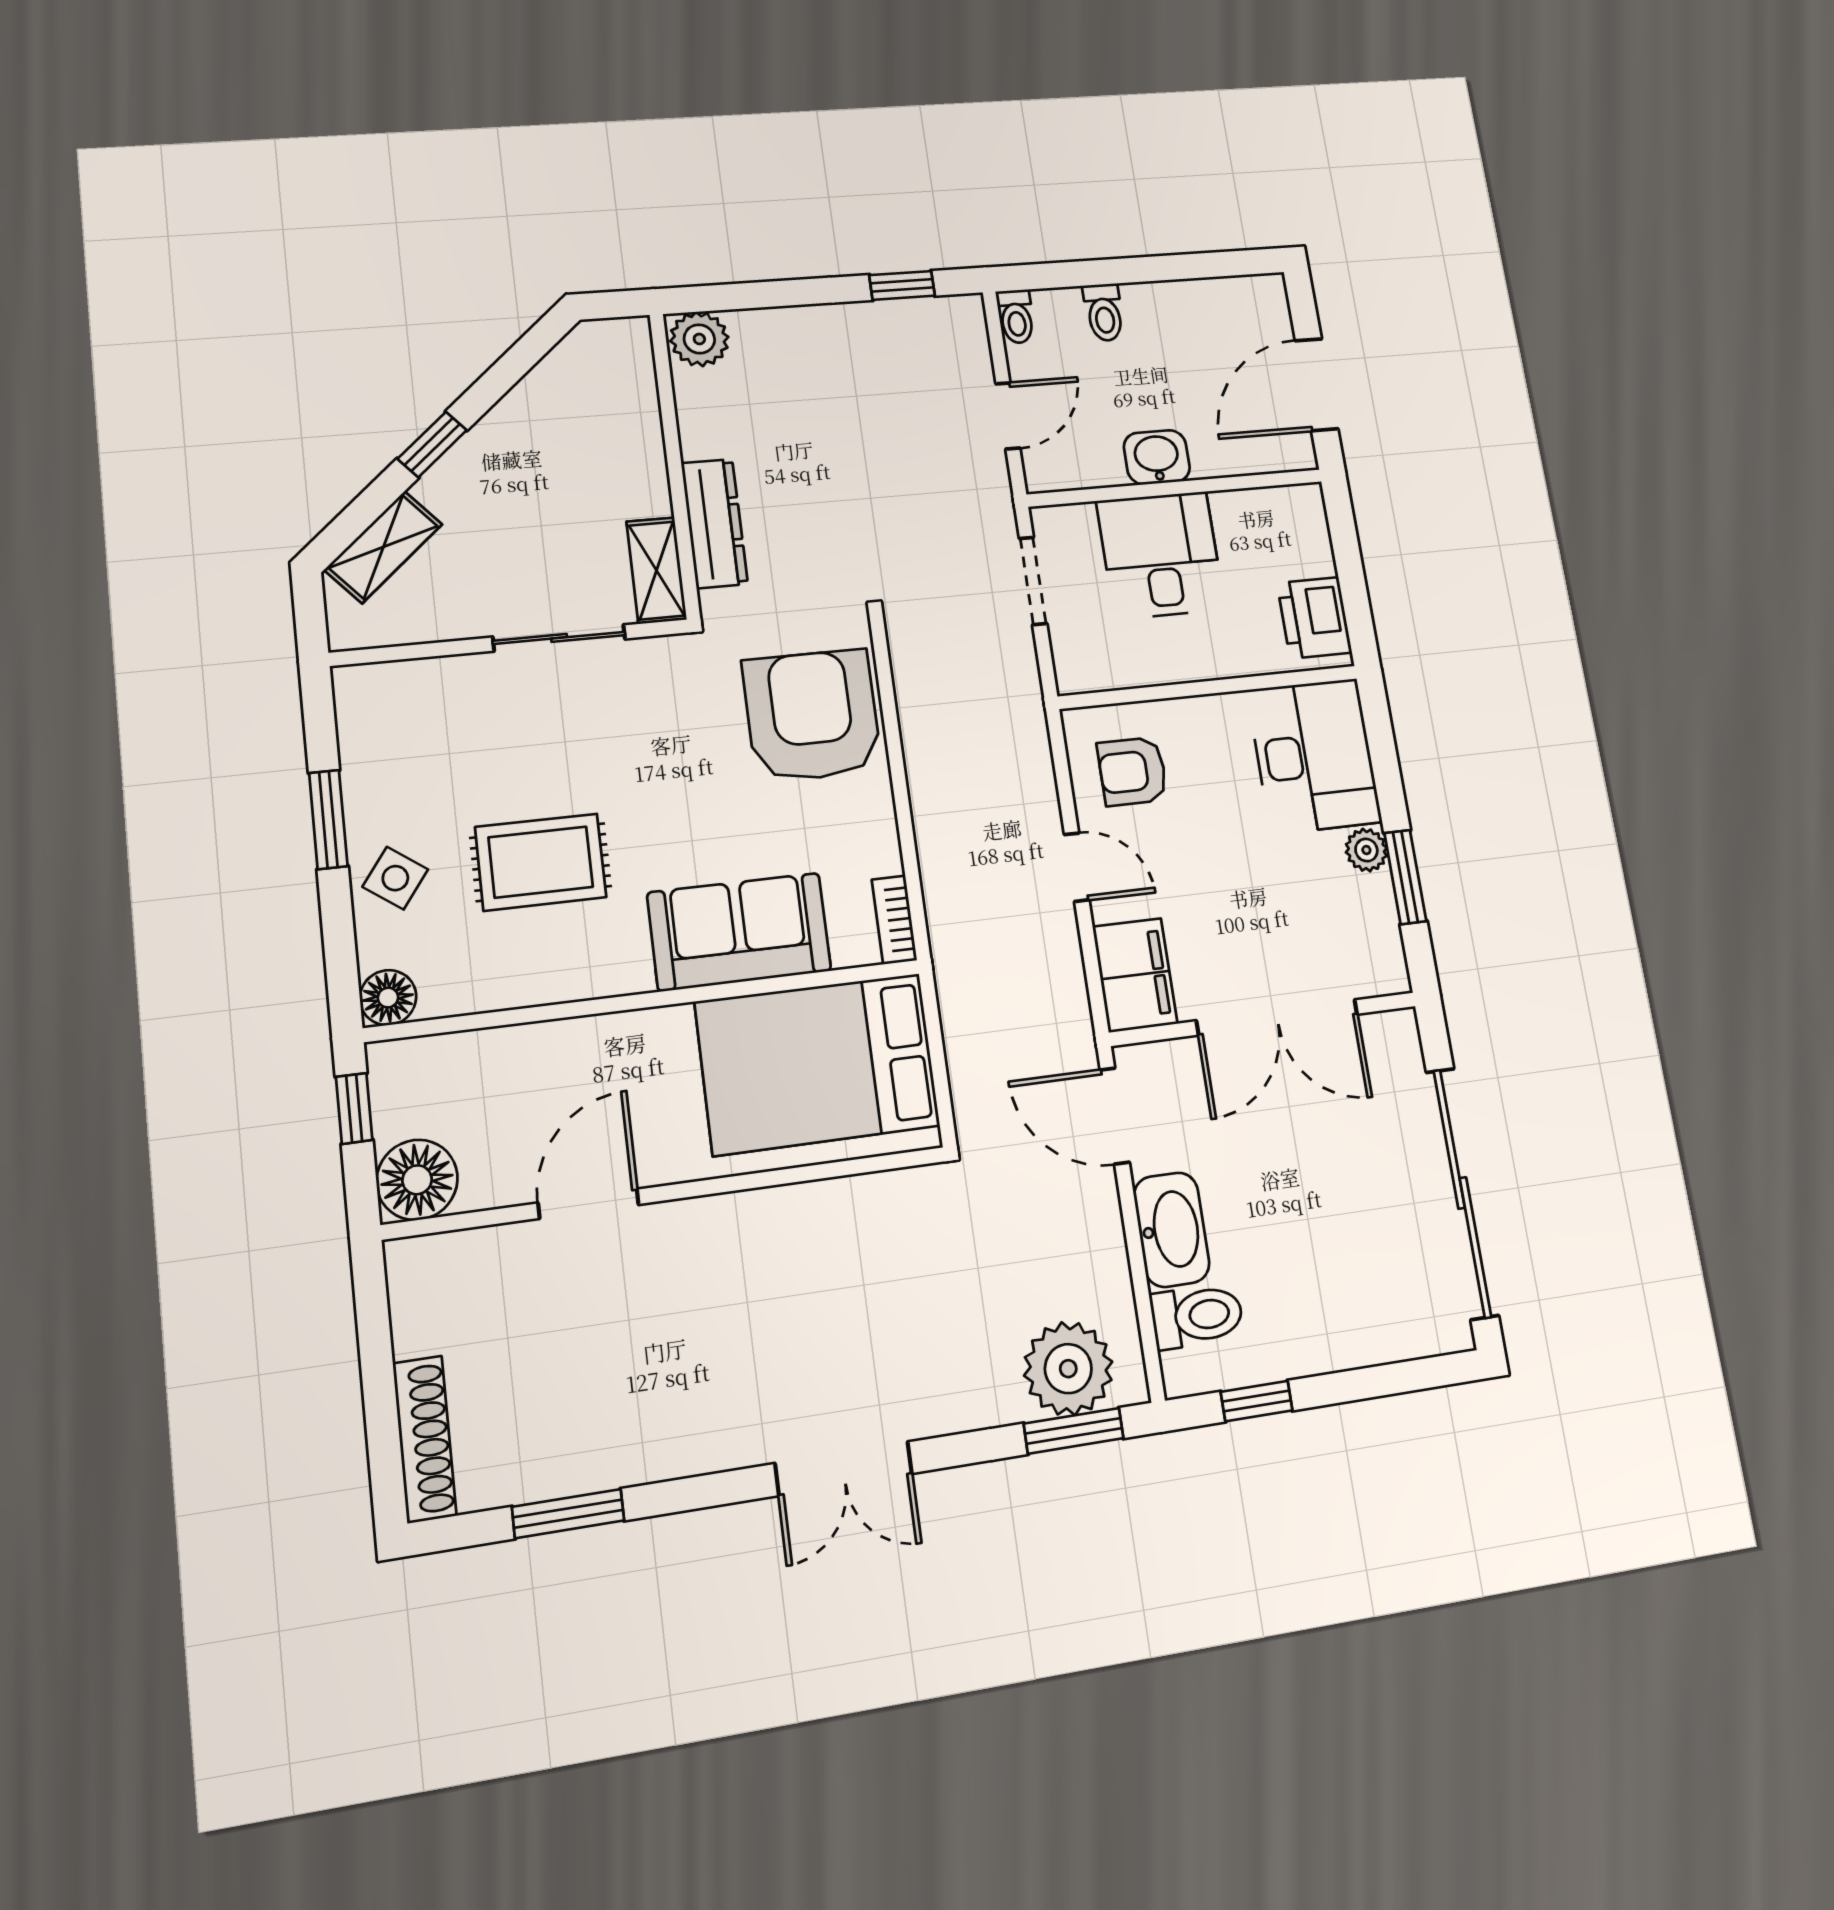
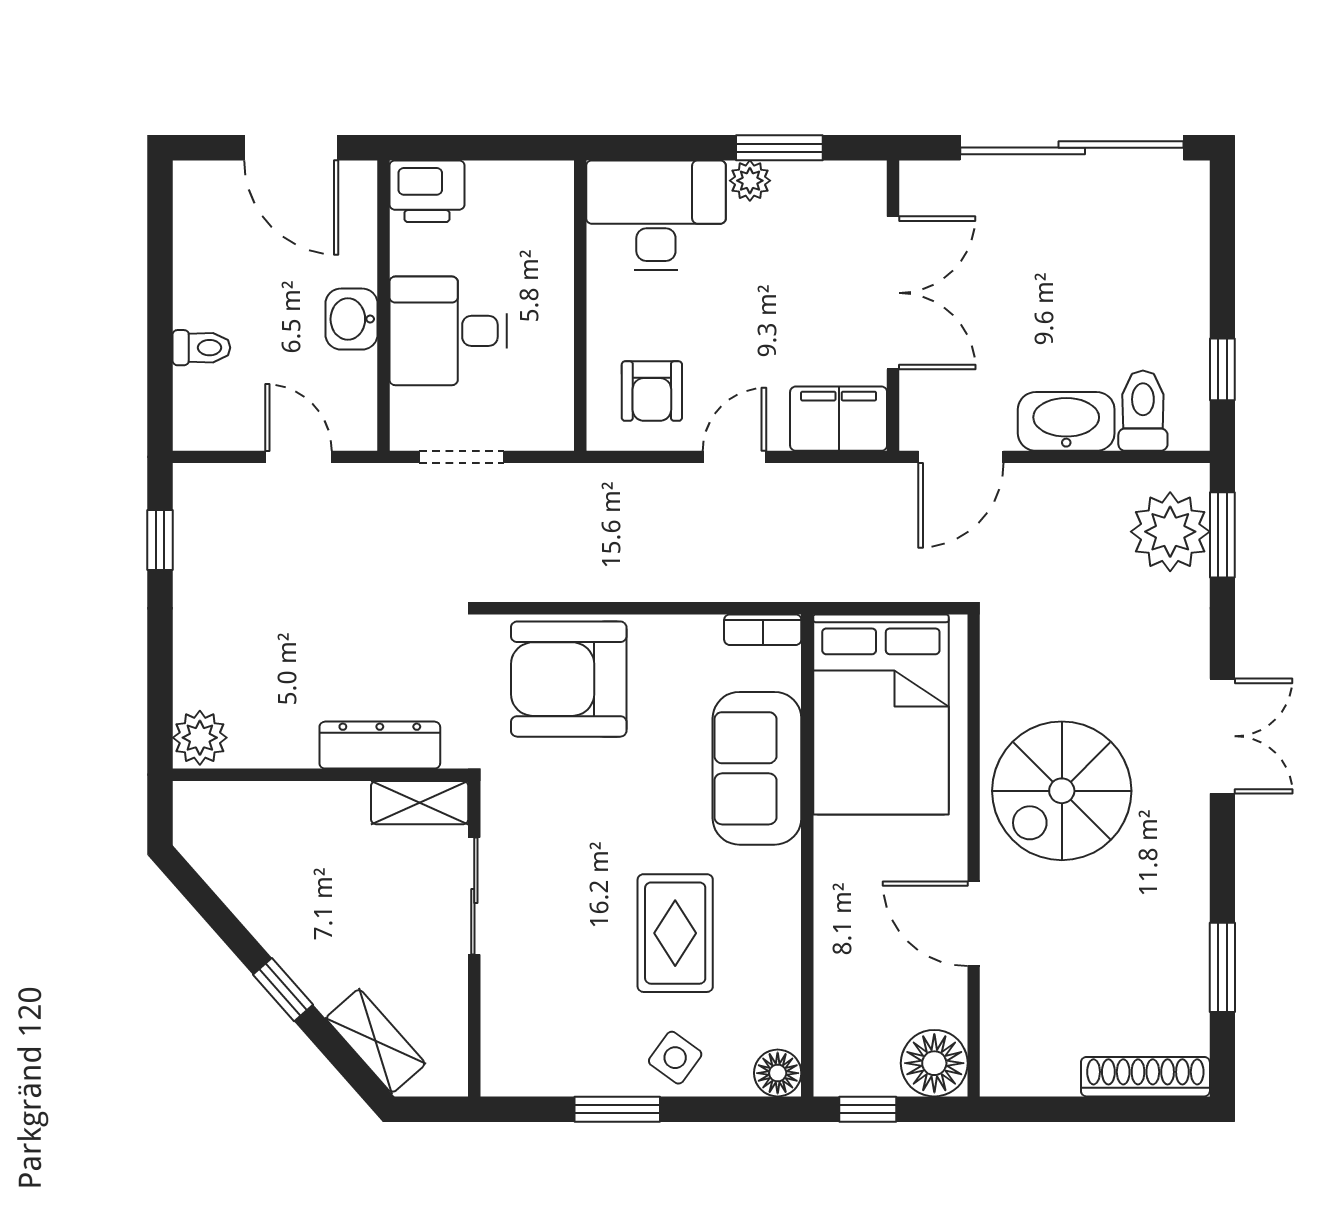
toilet: (1016, 317) -> (199, 434), removed
printer: (1314, 618) -> (427, 191), moved
spiral stairs: (756, 1286) -> (1062, 791), added

